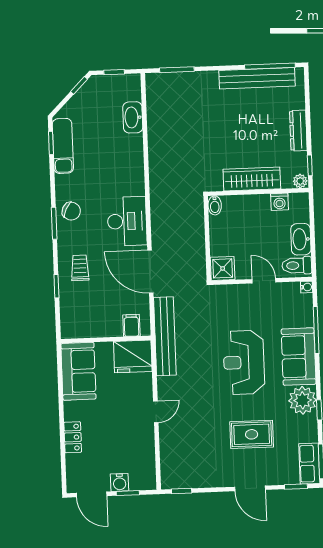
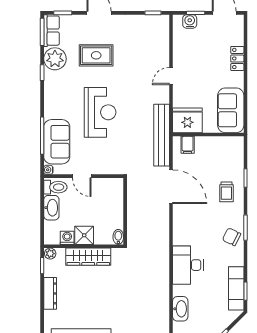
desk: (127, 221) -> (188, 265), moved
shower: (223, 268) -> (84, 235), moved
sofa: (299, 357) -> (57, 142), moved
plant: (303, 400) -> (55, 59), moved
water cooler: (120, 482) -> (190, 21), moved

